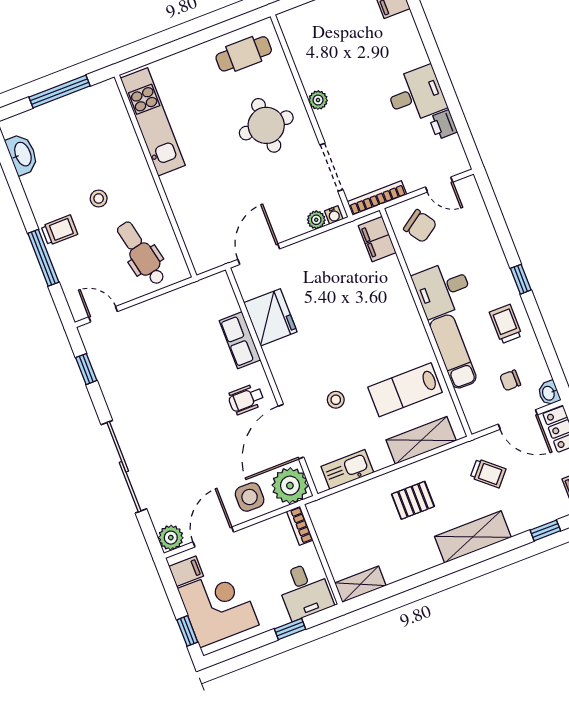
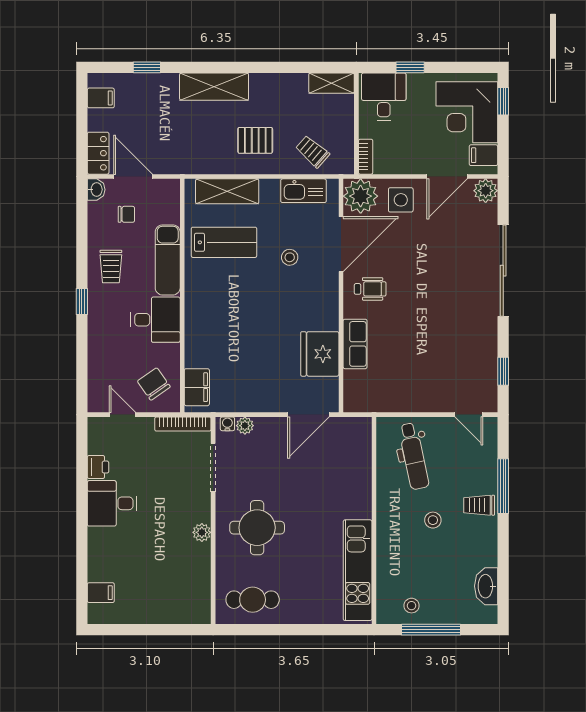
stool: (87, 108) -> (412, 606), added
trolley: (488, 473) -> (312, 152), moved

